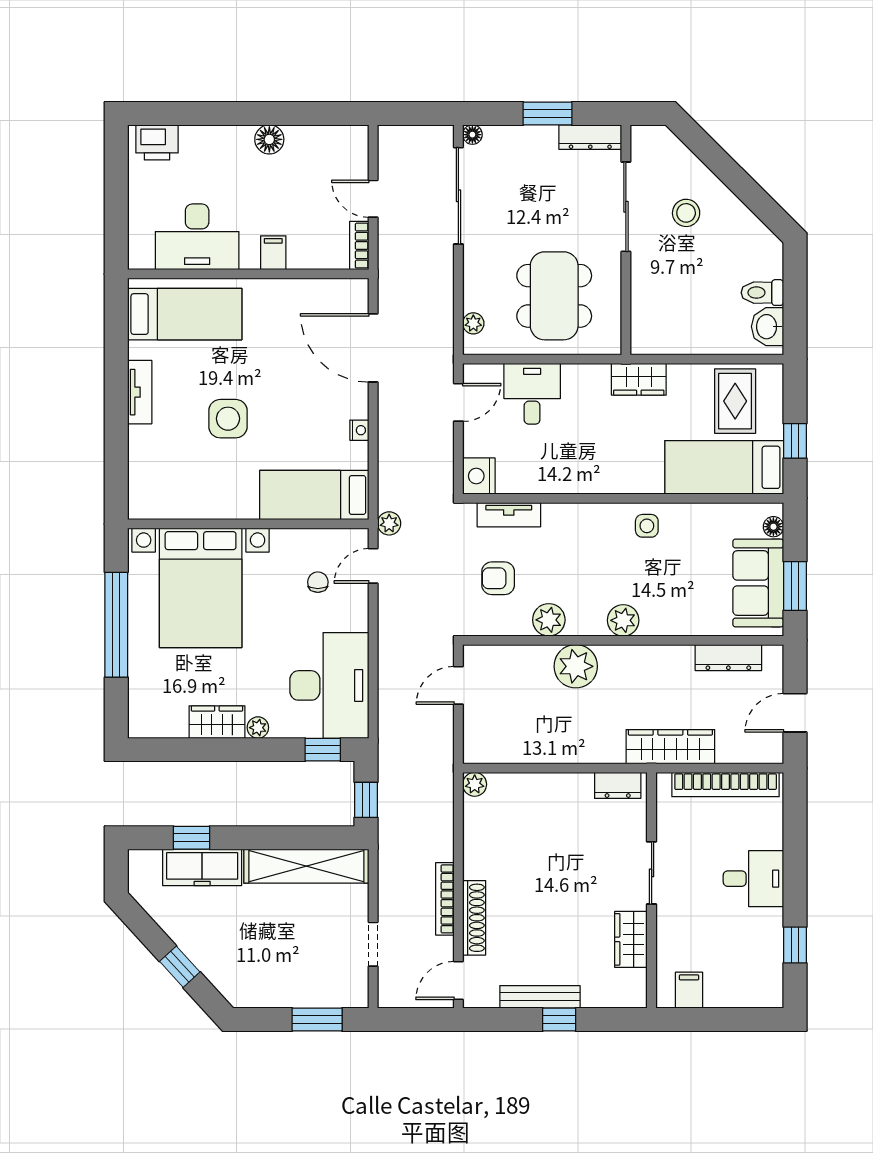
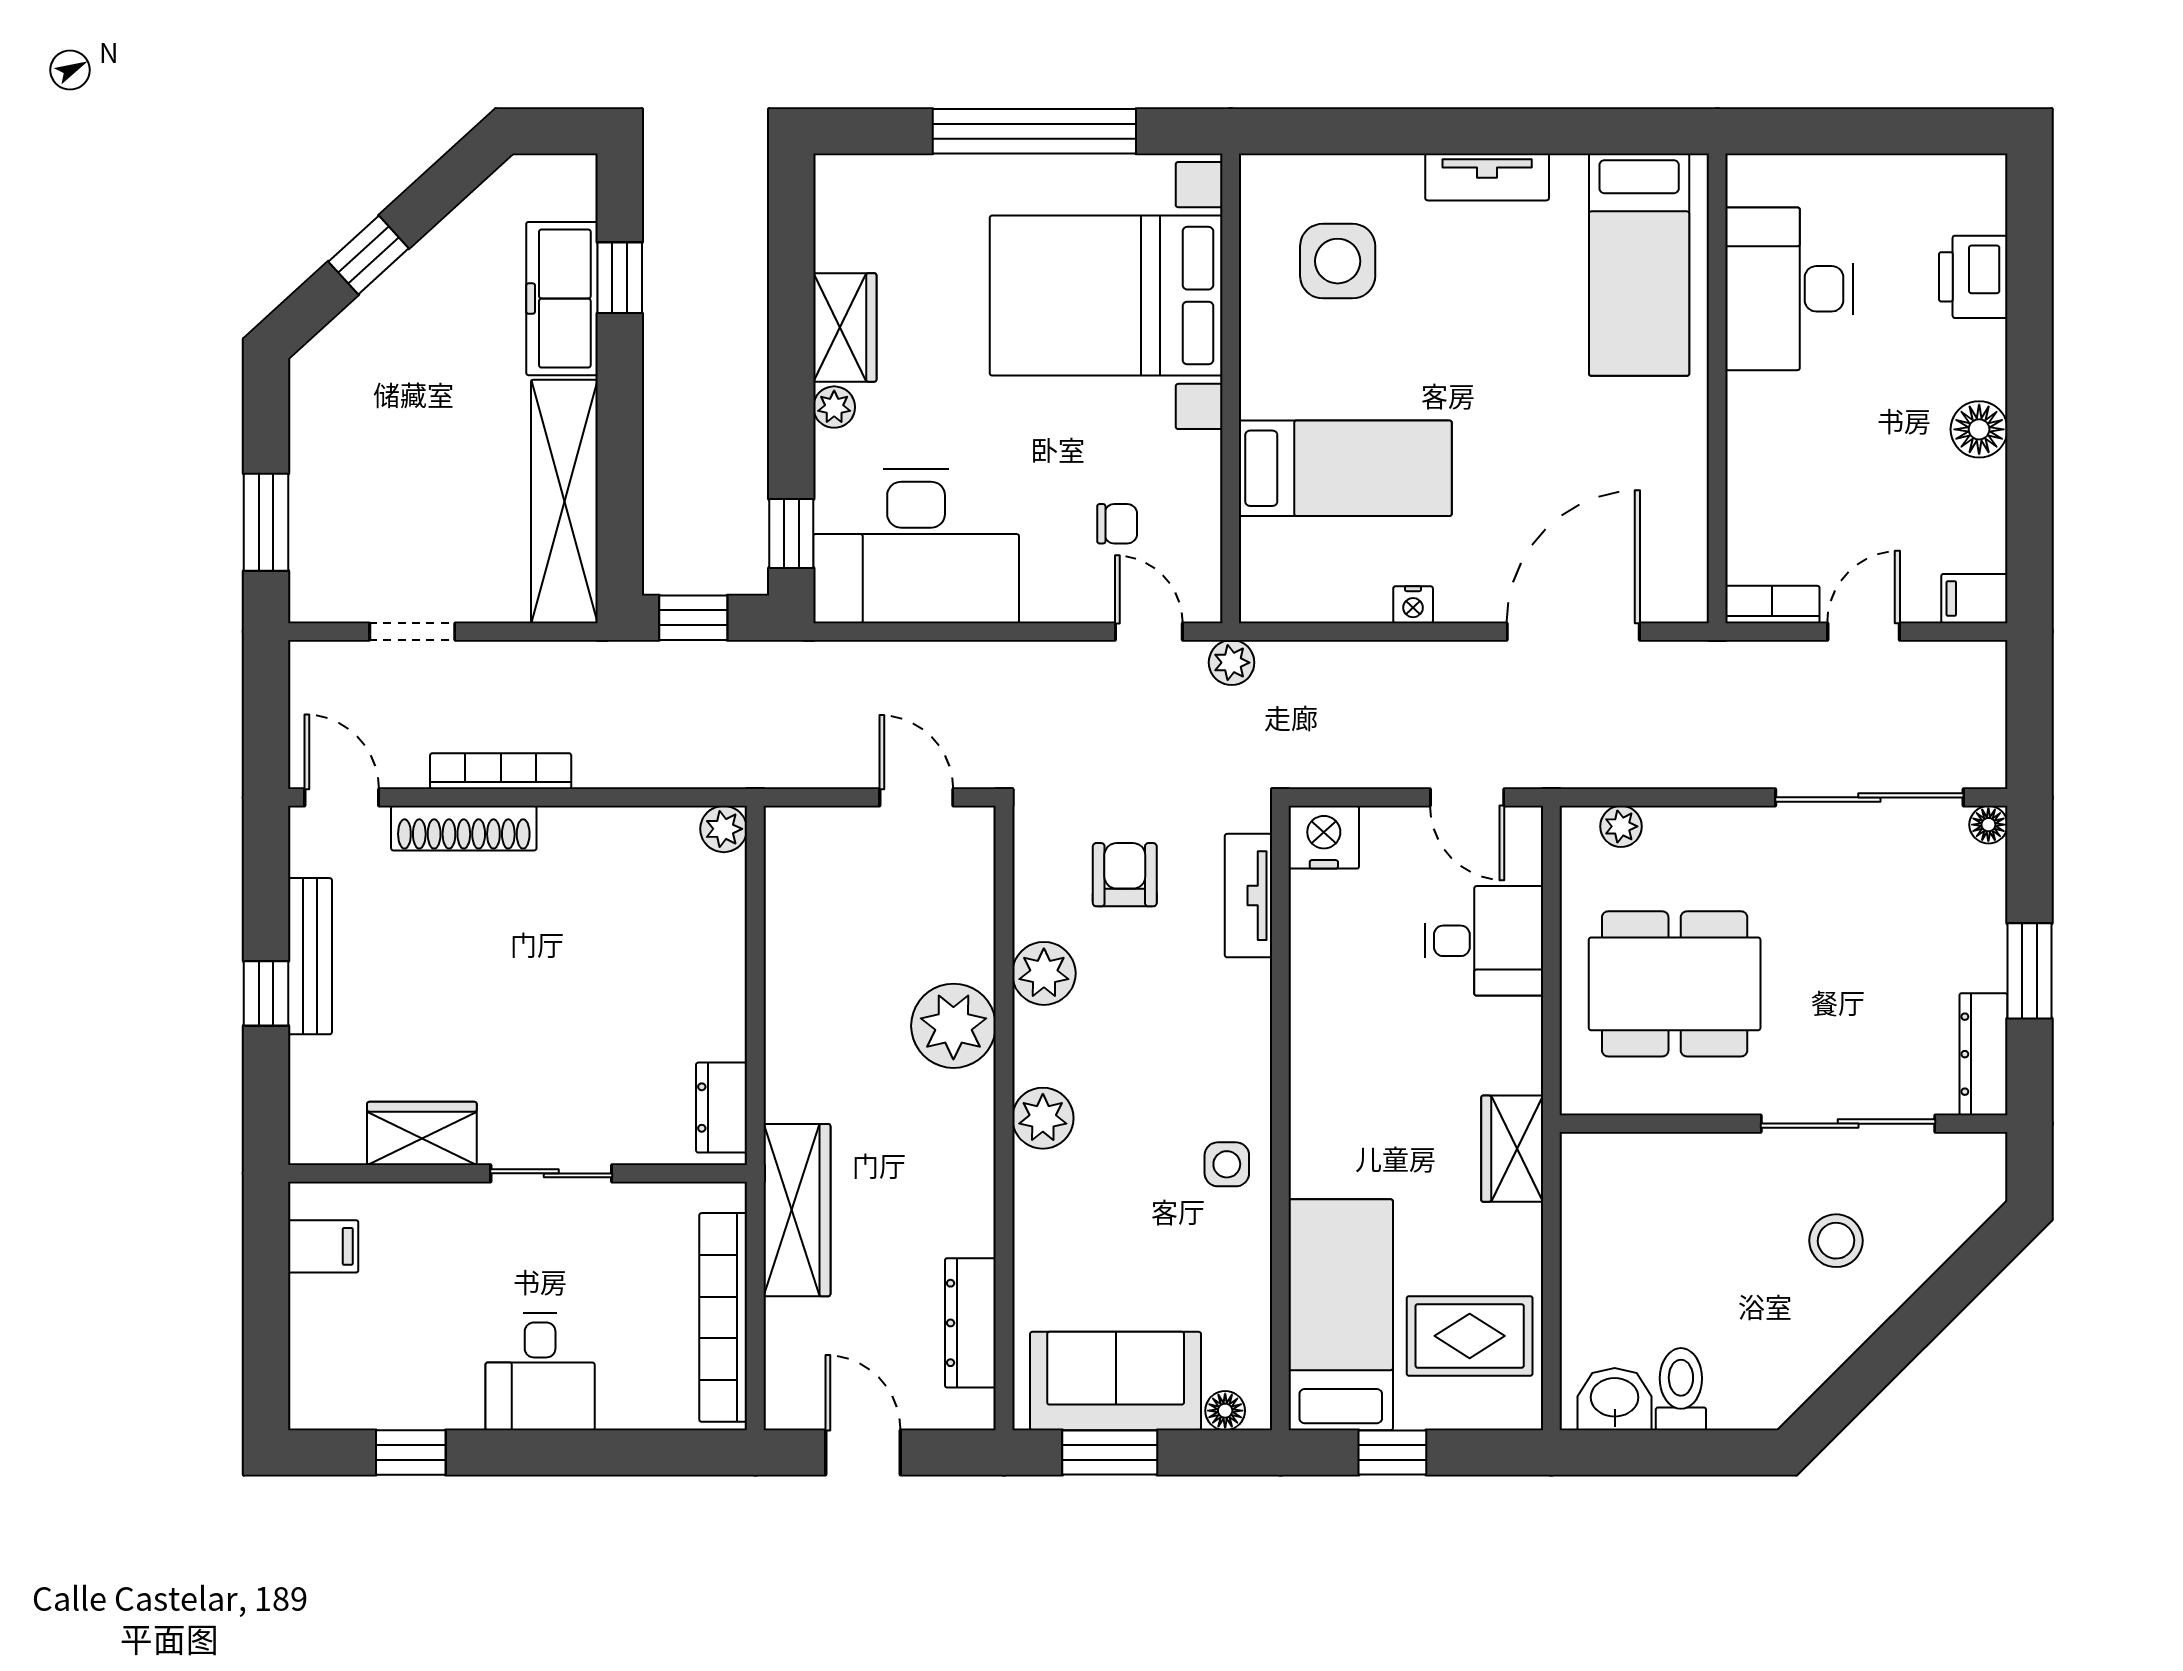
printer: (157, 142) -> (1973, 277), moved
filing cabinet: (273, 253) -> (1974, 599), moved, turned 180
side table: (228, 419) -> (1338, 261), moved
bed: (314, 495) -> (1345, 468), moved, turned 90

